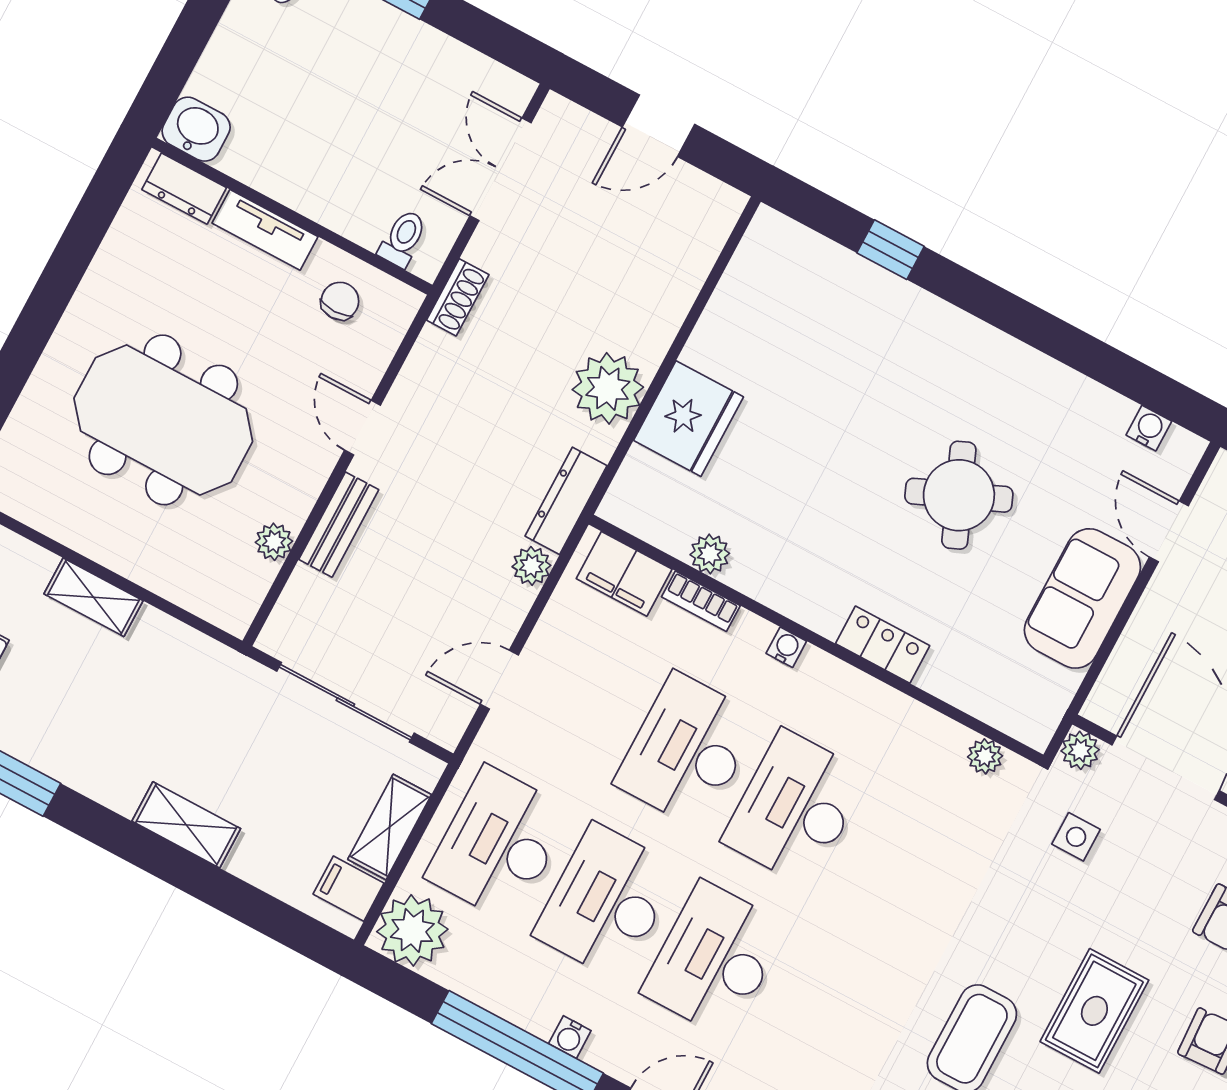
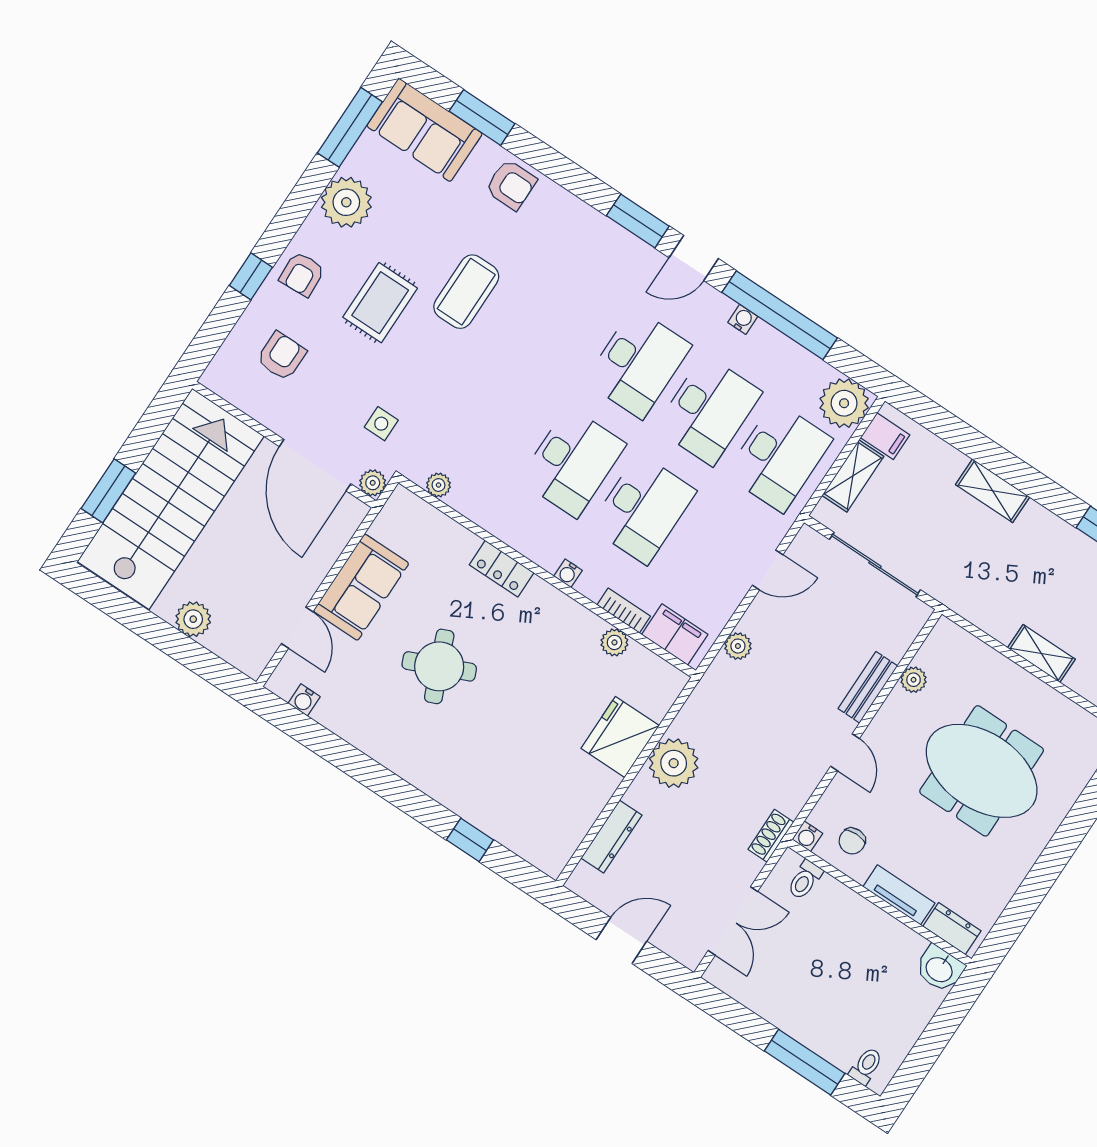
water cooler: (405, 301) -> (807, 836), added
dresser: (566, 501) -> (612, 837), moved

